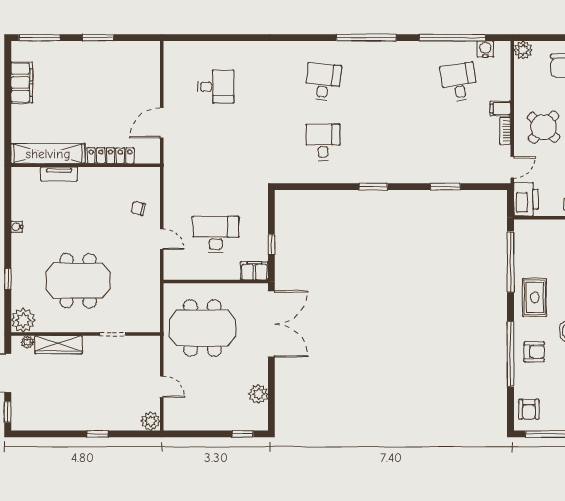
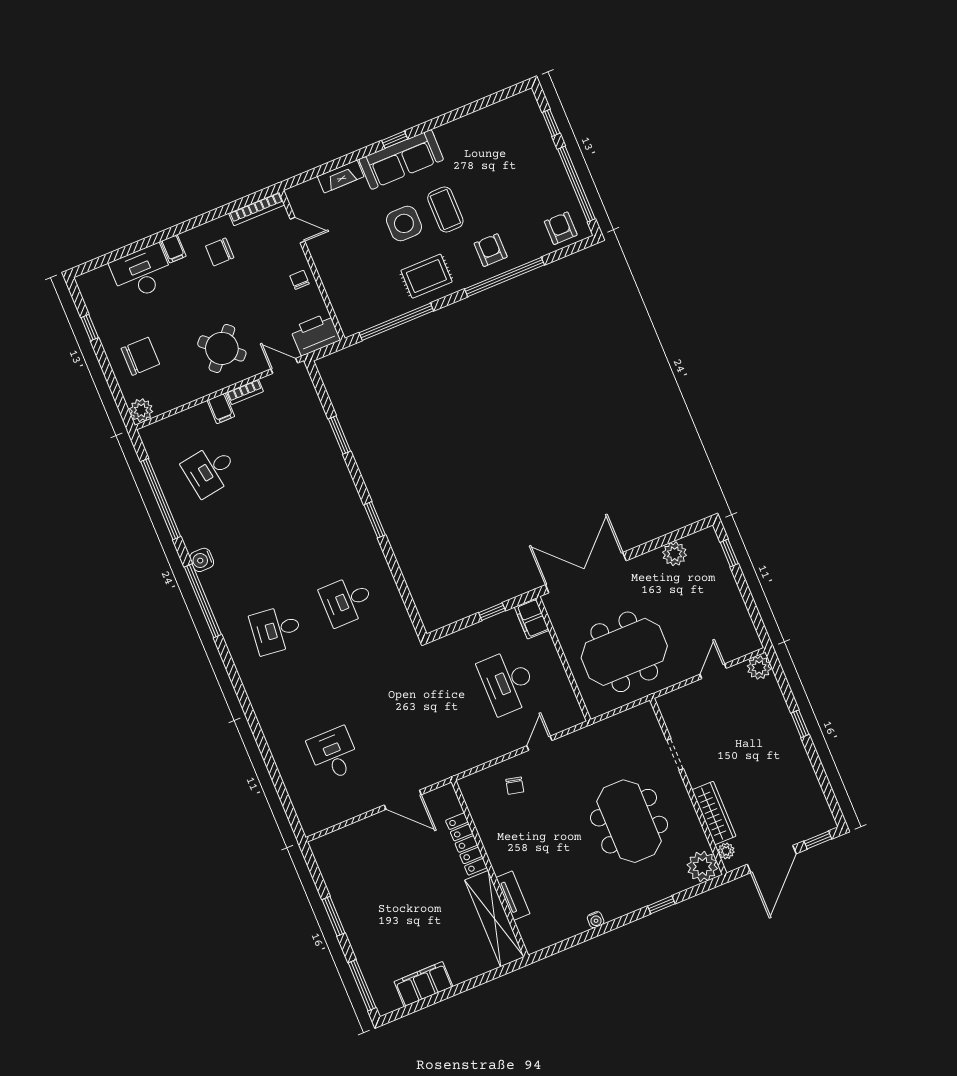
water cooler: (485, 49) -> (202, 560), moved
meeting table: (202, 328) -> (624, 652), turned 90
armchair: (529, 409) -> (561, 228), turned -90

